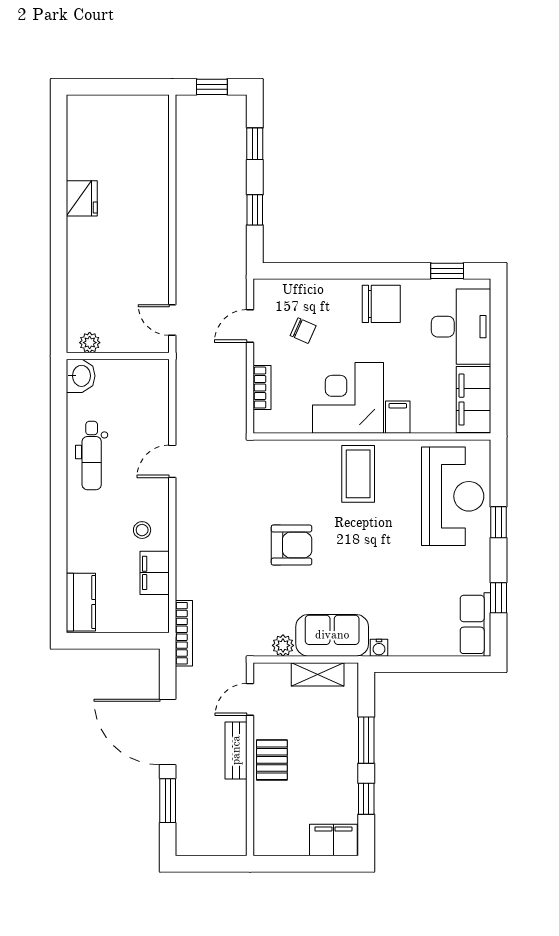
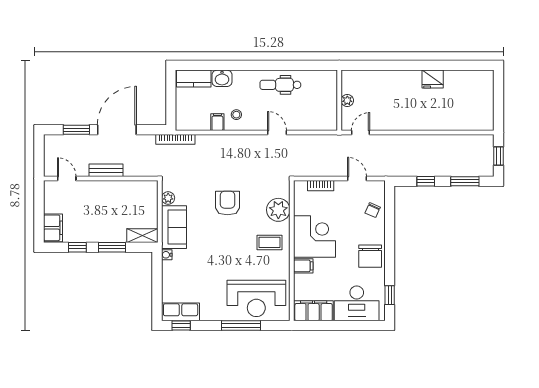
window: (255, 144) -> (465, 181), width x1.50
chair: (303, 331) -> (373, 210), moved
plant: (90, 343) -> (347, 100), moved
washbasin: (81, 376) -> (222, 78), moved
plant: (303, 459) -> (278, 210), added
coffee table: (358, 474) -> (270, 242), width x0.73, depth x0.77
window: (499, 522) -> (241, 326), width x2.17
armchair: (291, 545) -> (227, 203), turned 180
filing cabinet: (155, 573) -> (217, 122), width x0.50
window: (499, 598) -> (181, 326), moved
shelving: (318, 674) -> (142, 236), moved, turned 90
door: (250, 699) -> (67, 179), moved
pallet: (272, 760) -> (100, 191), removed

